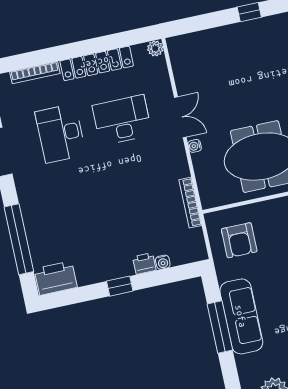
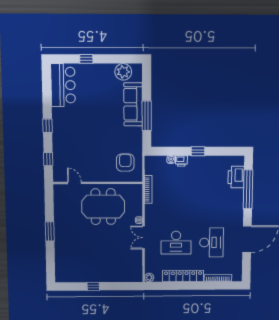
printer: (56, 278) -> (236, 177), moved, turned 90
sofa: (241, 316) -> (133, 104), moved

